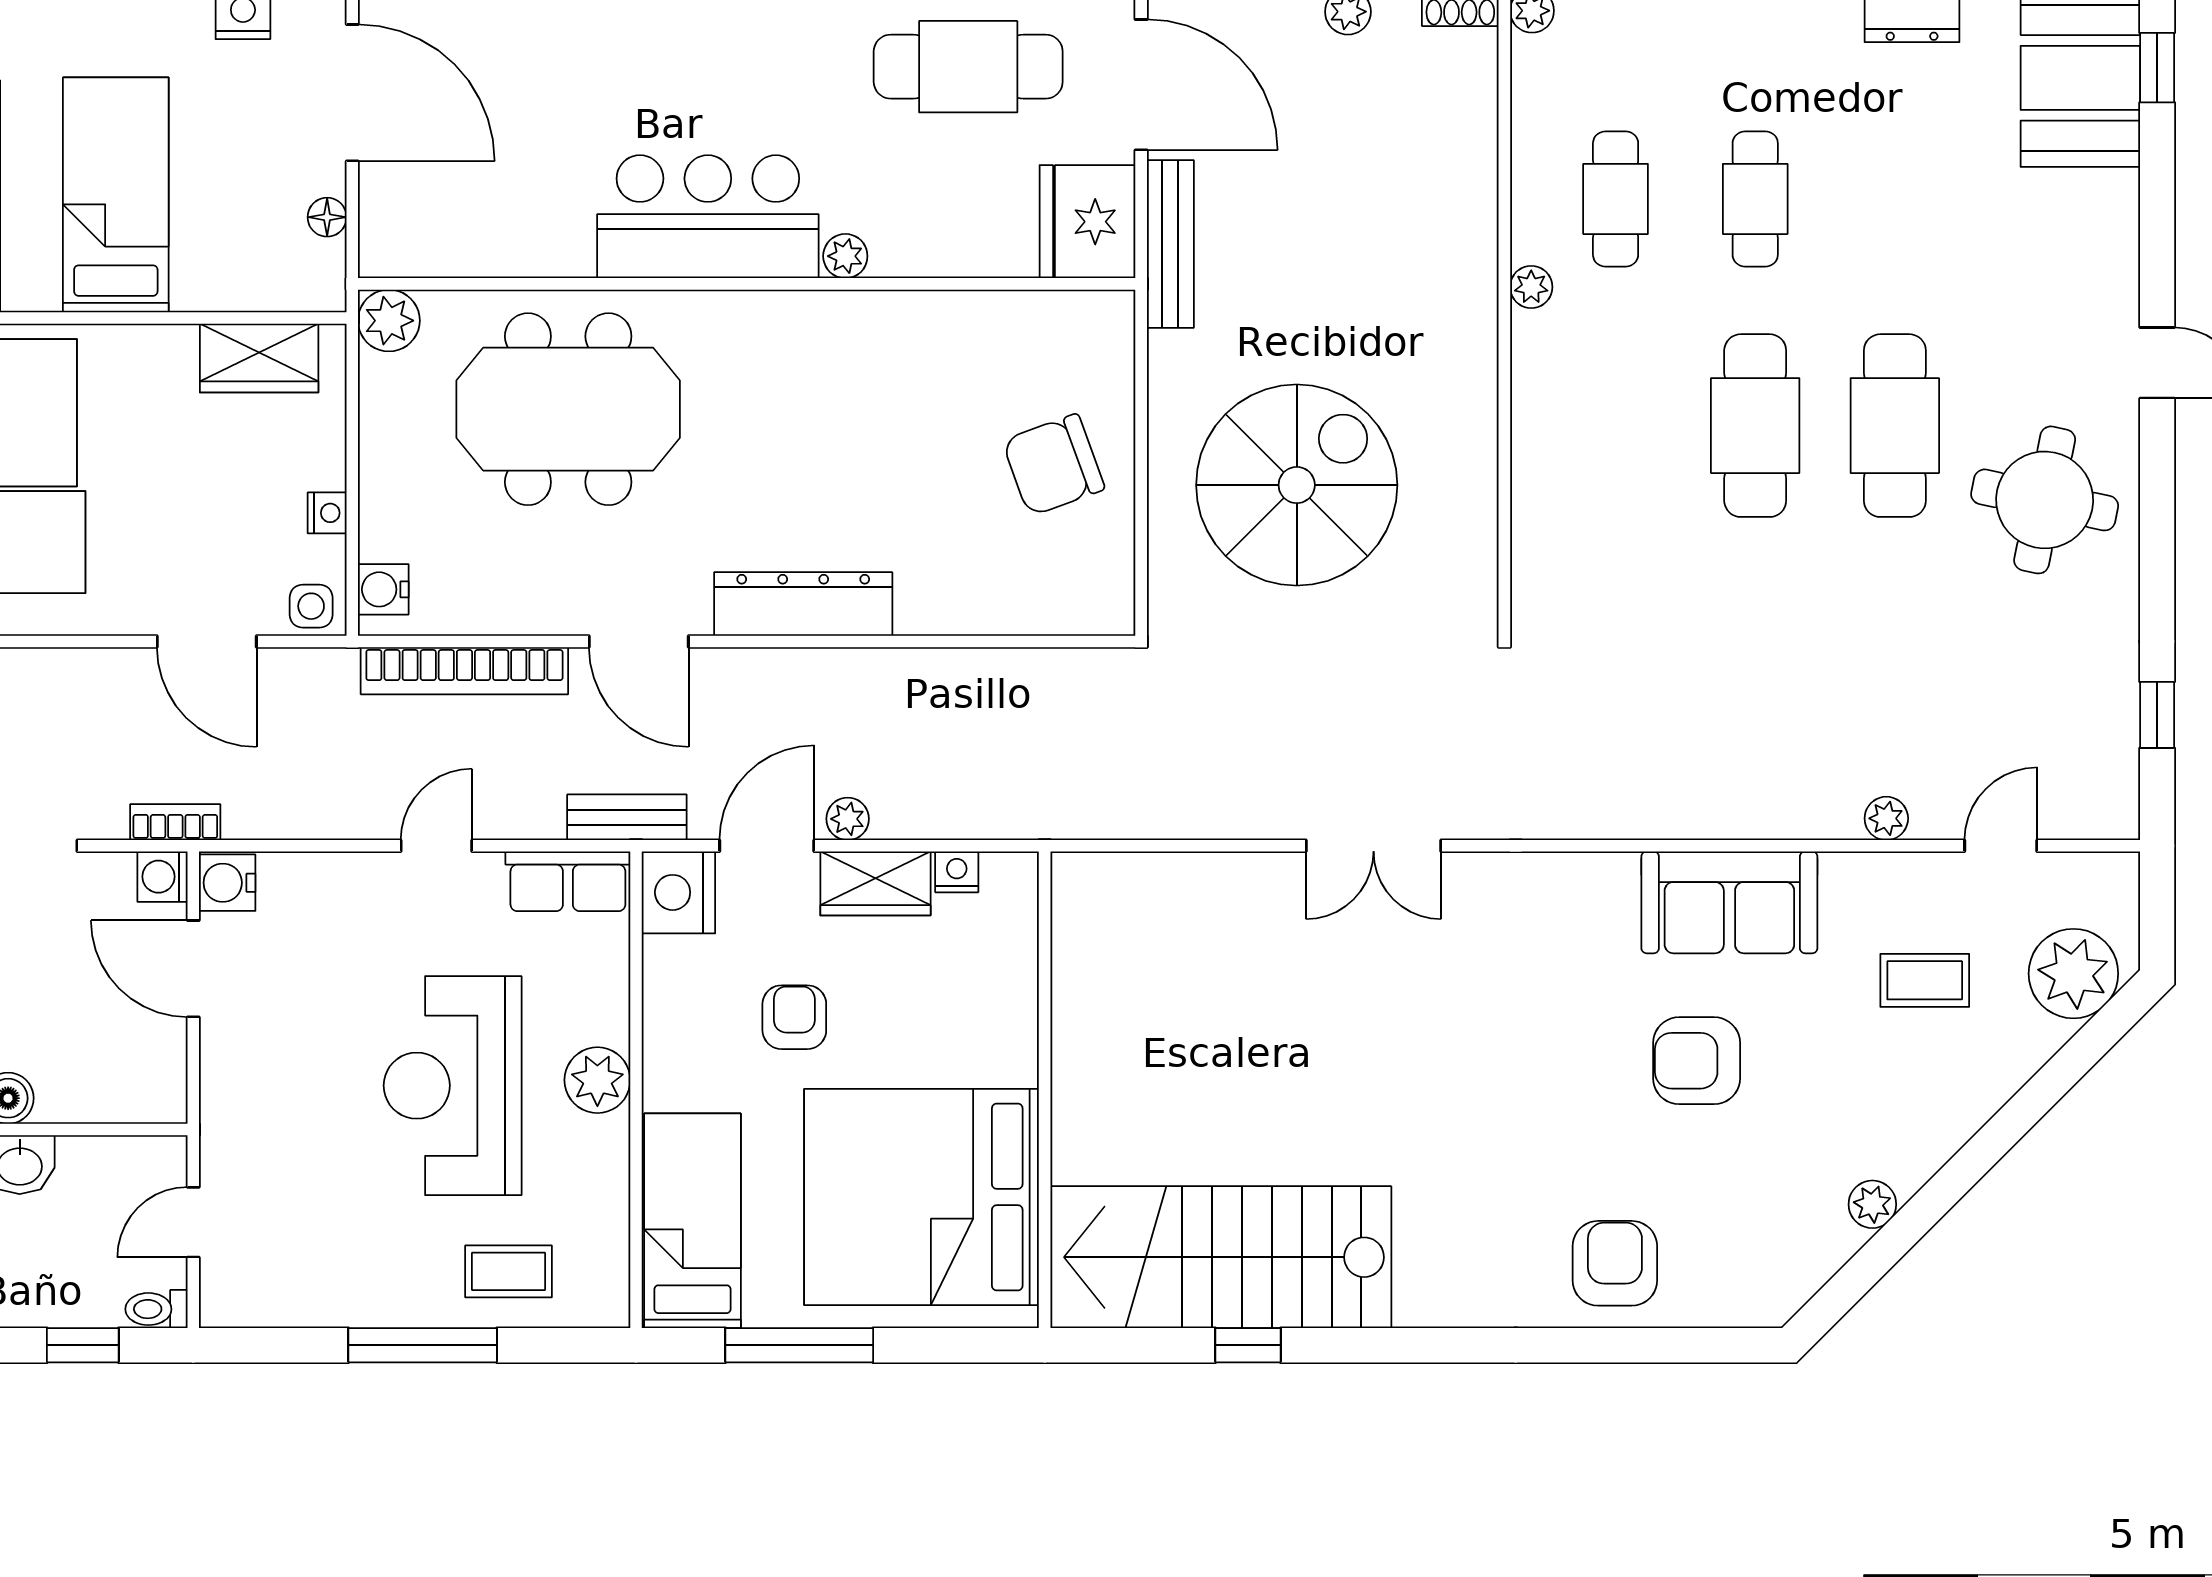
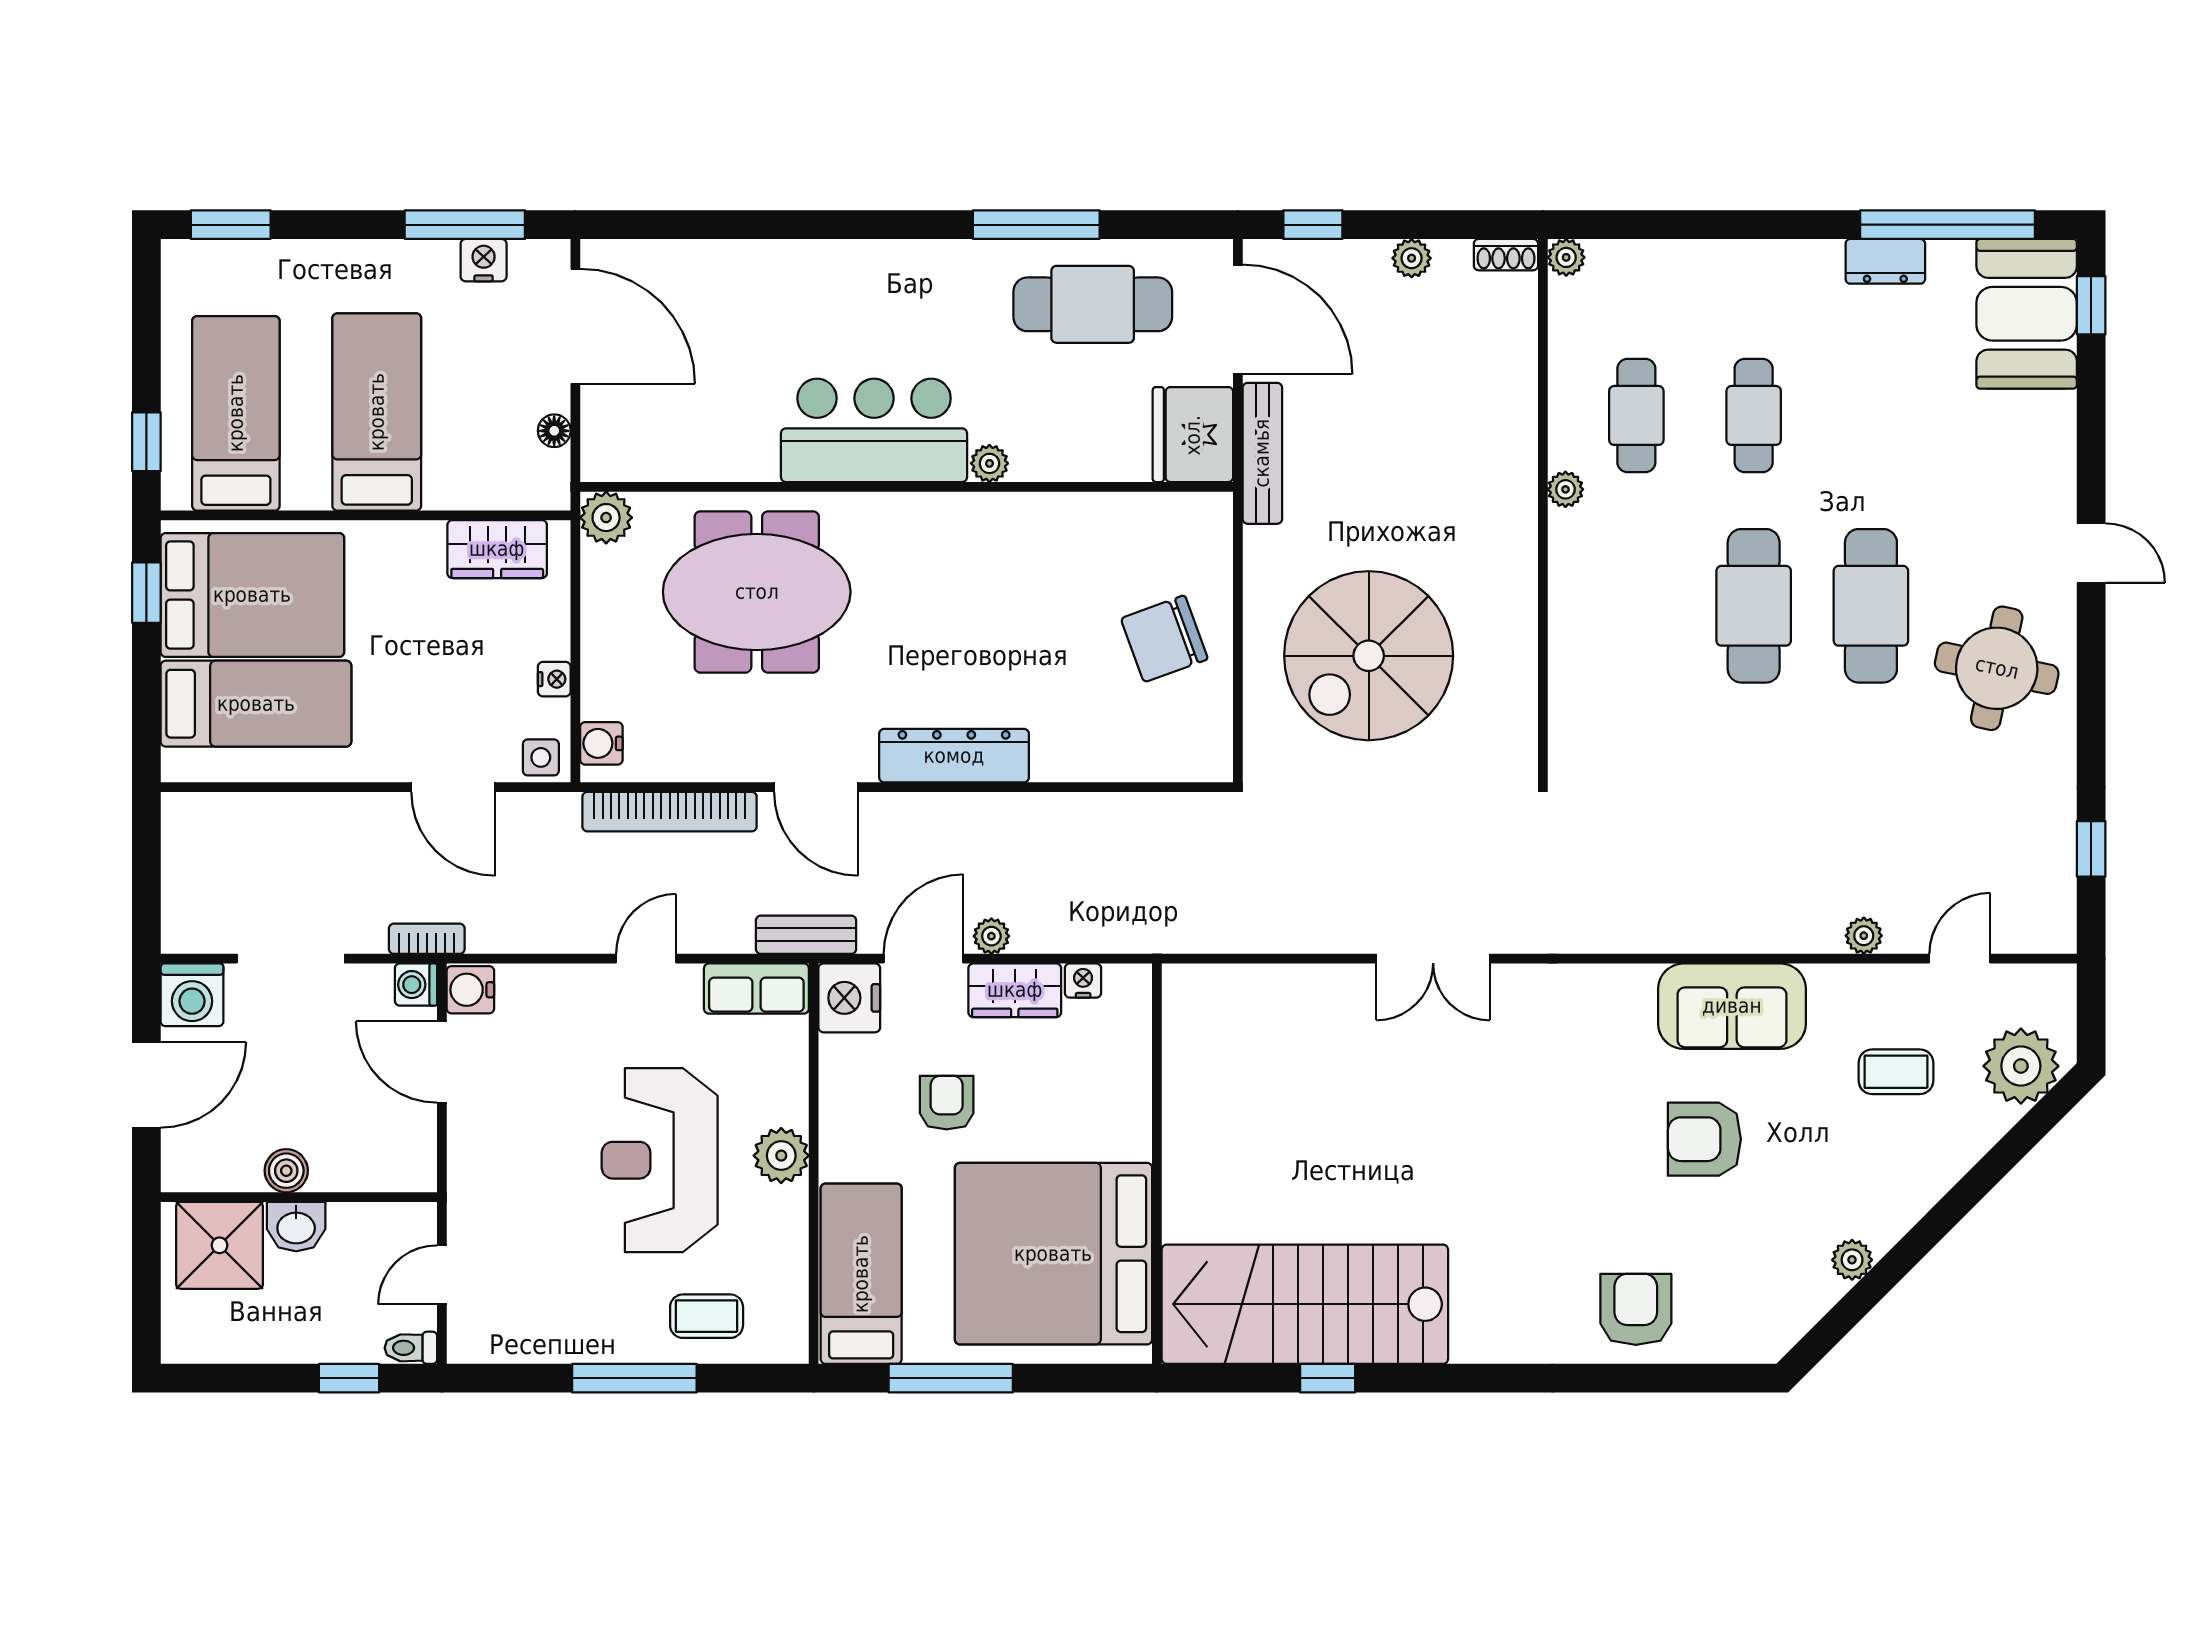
spiral stairs: (1297, 485) -> (1369, 656), turned 180

